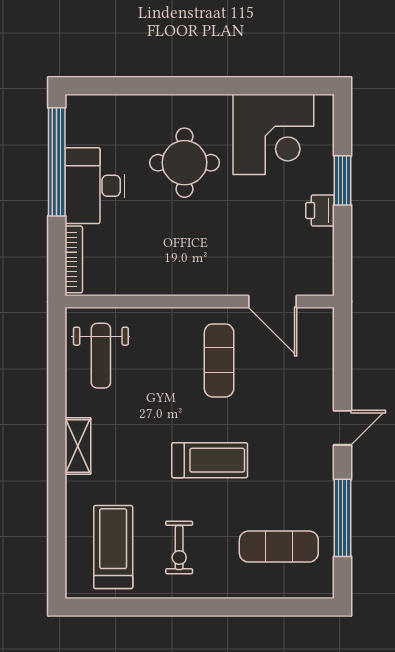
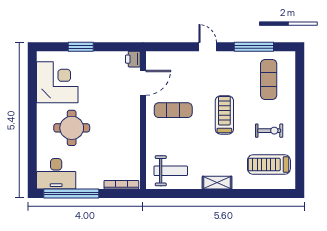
desk: (95, 186) -> (56, 174), moved
printer: (320, 210) -> (133, 59), moved, turned 90

